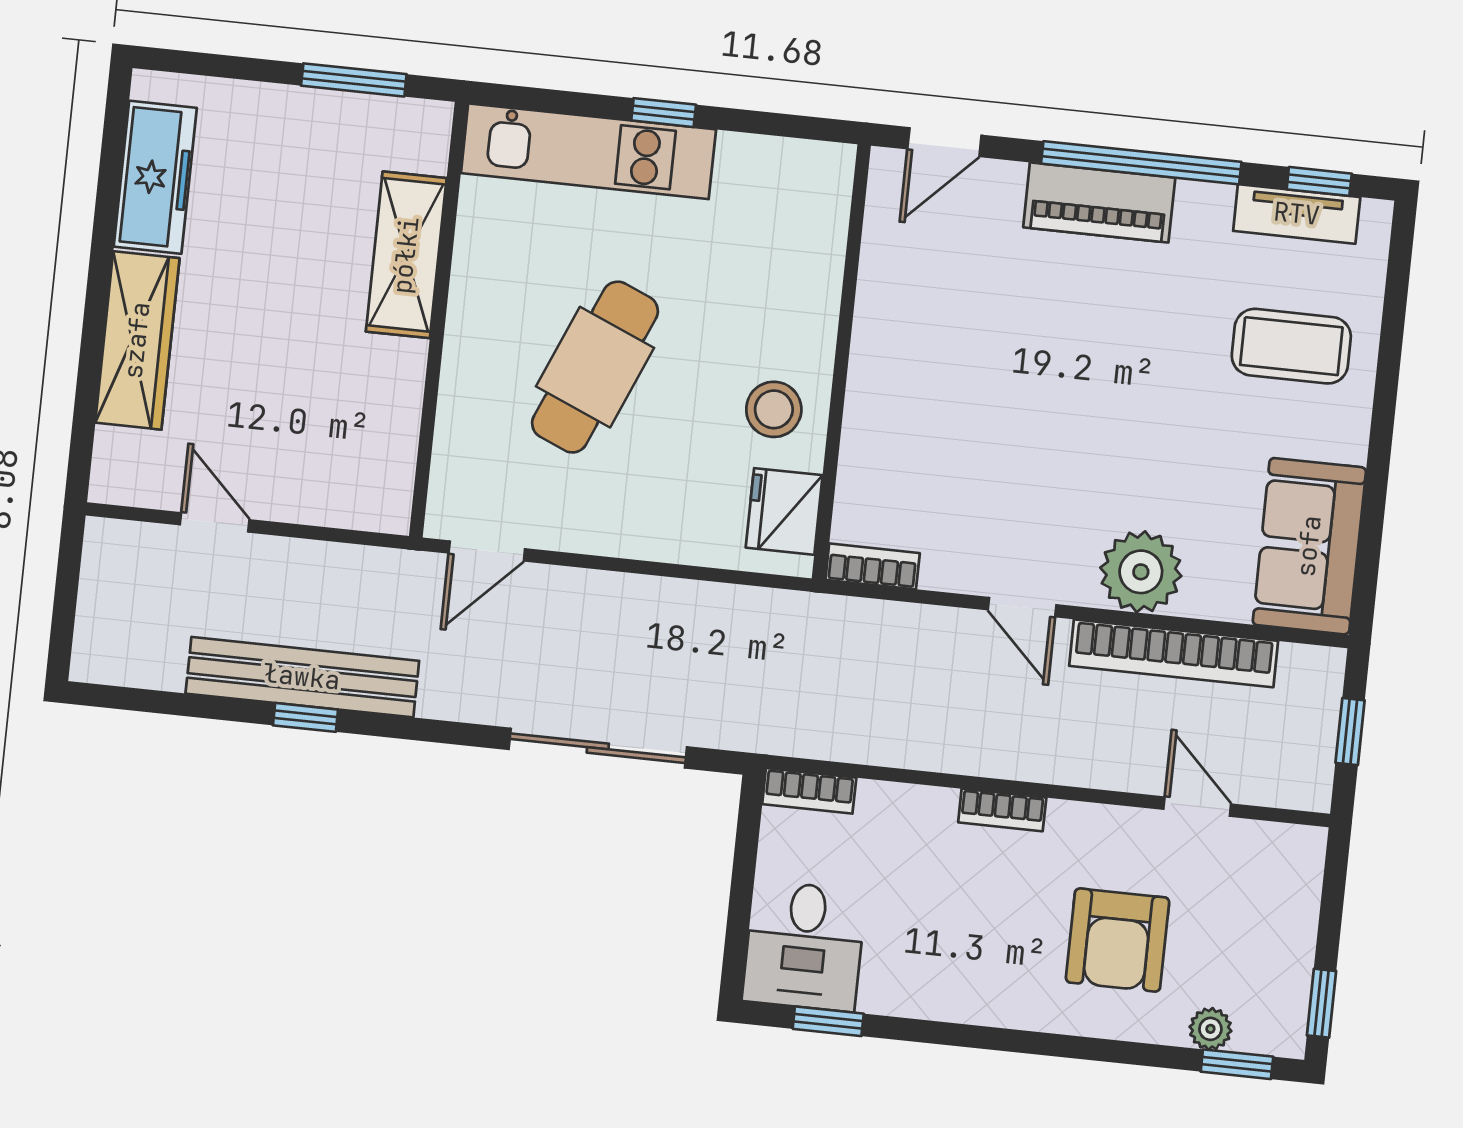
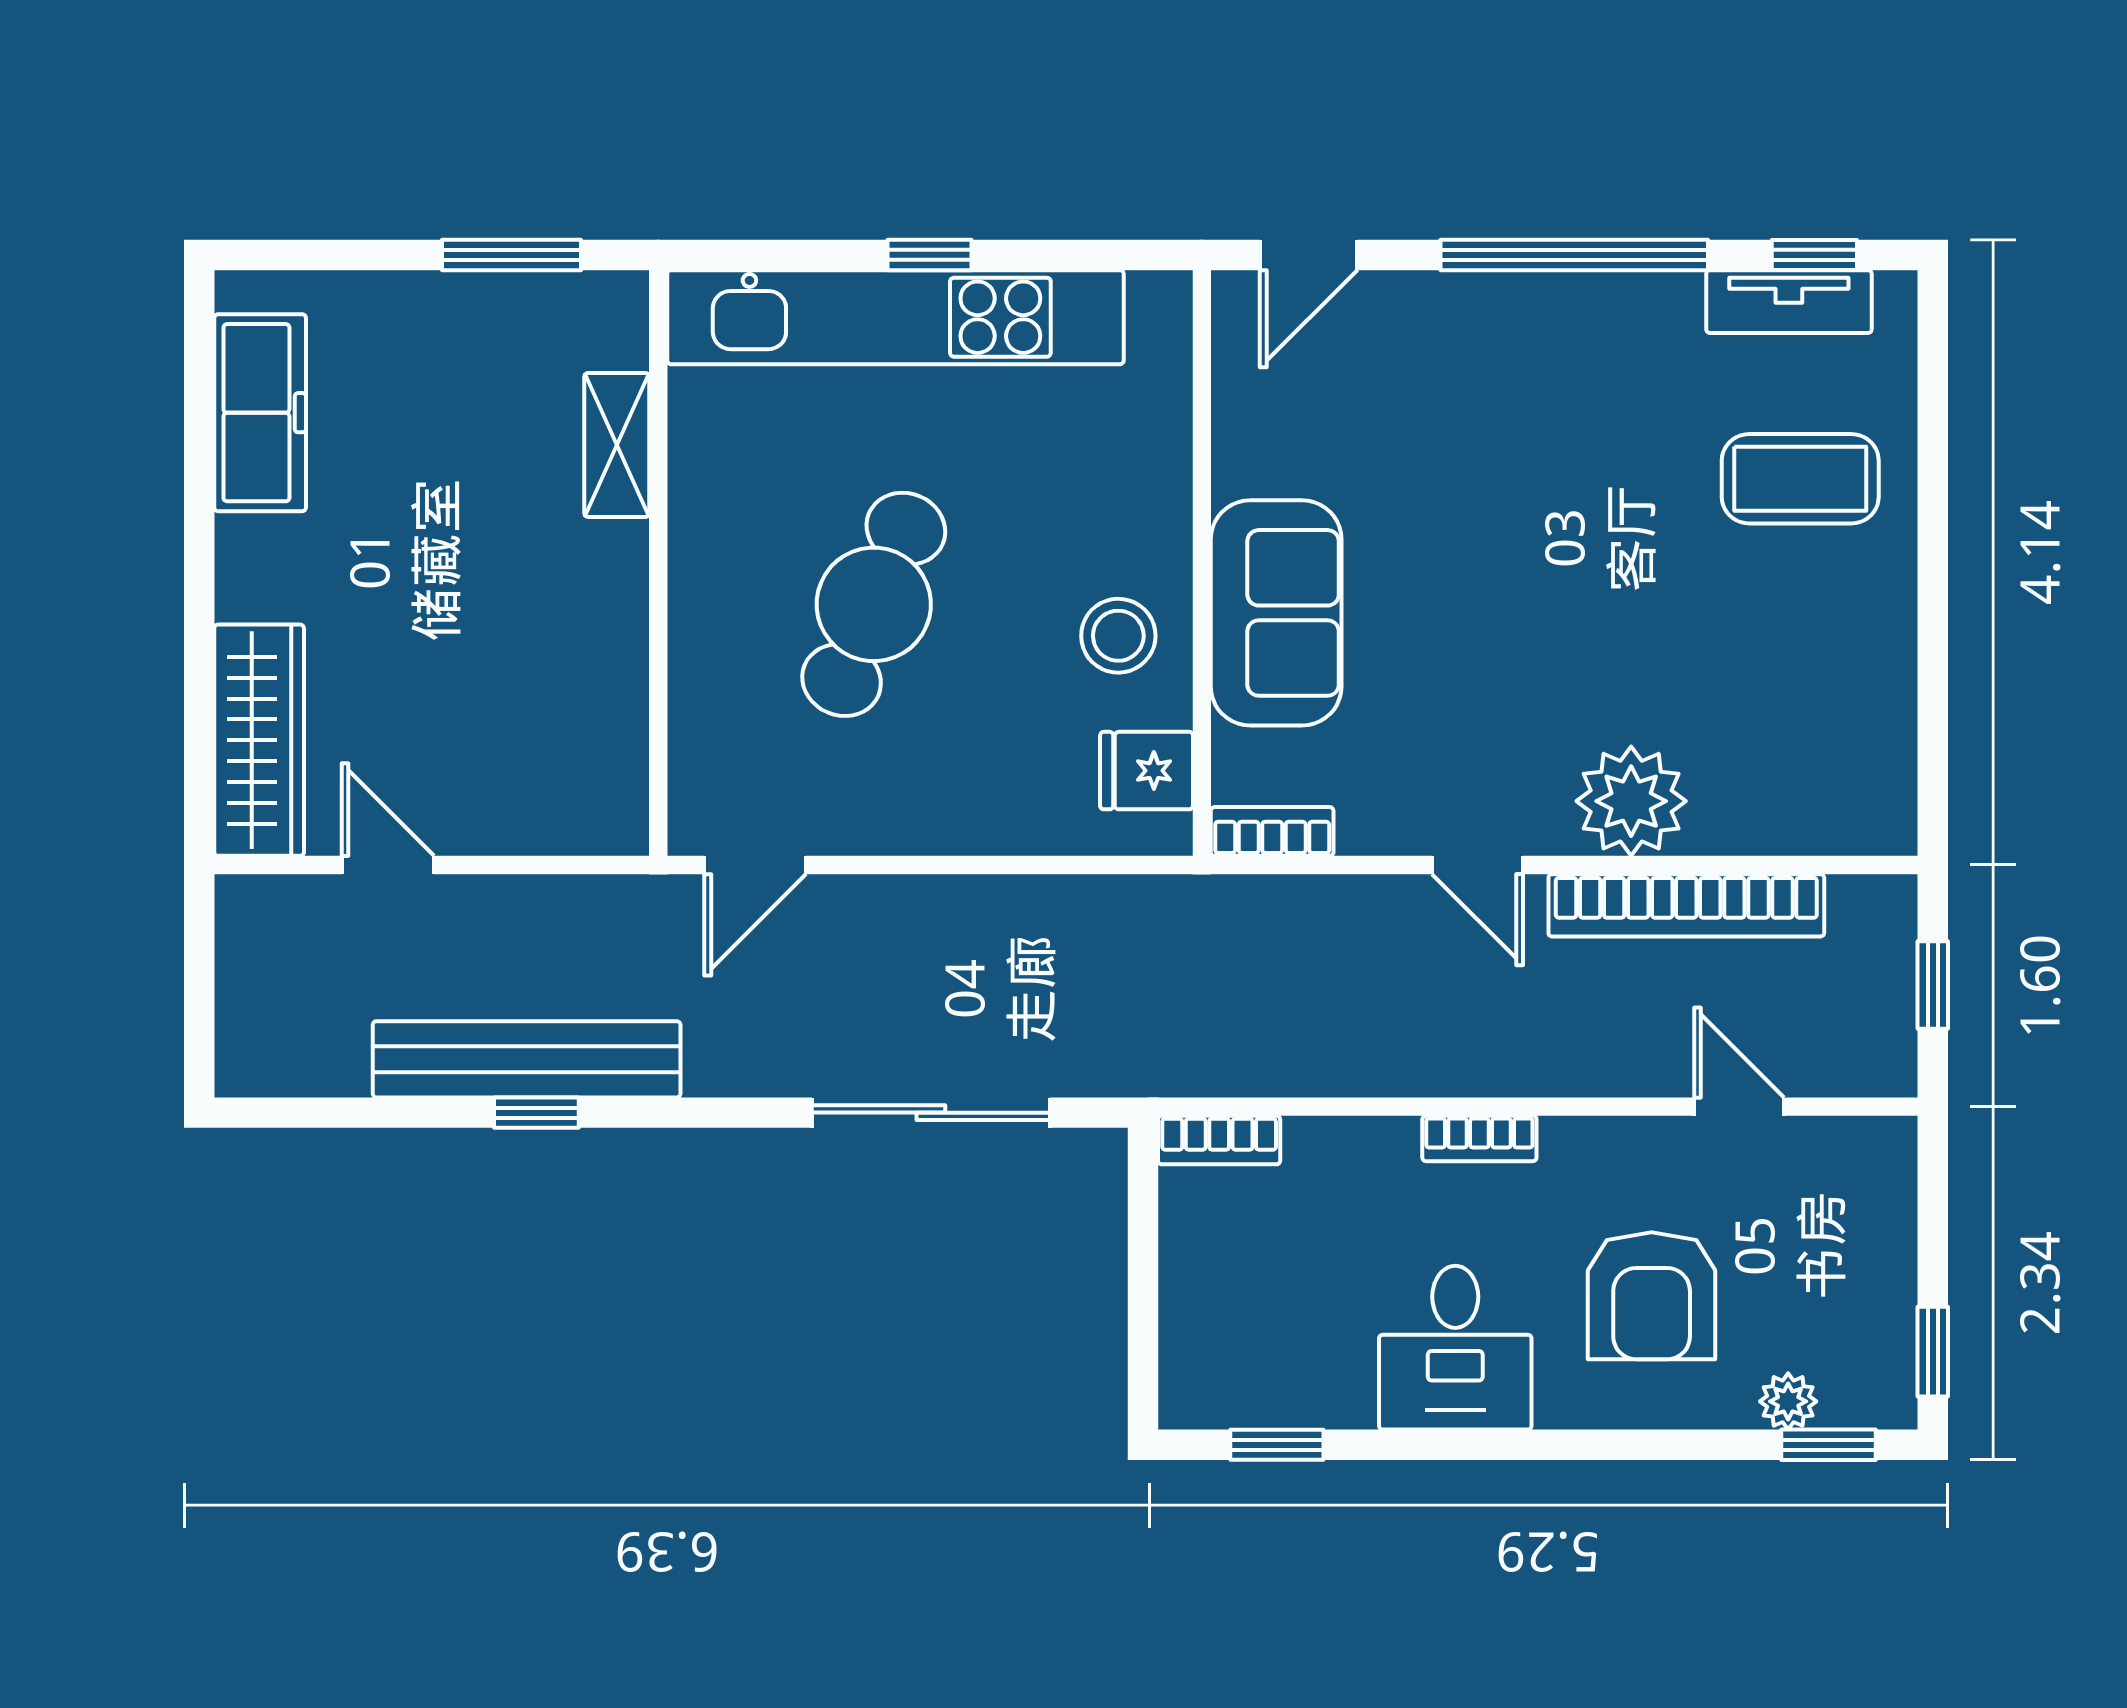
kitchen unit: (588, 151) -> (895, 317), width x1.36
piano: (1099, 202) -> (1524, 314), removed
shelving: (406, 255) -> (617, 445), width x0.67, depth x0.75
wardrobe: (137, 340) -> (259, 740), moved
fridge: (784, 511) -> (1146, 771), width x0.72
sofa: (1309, 546) -> (1276, 613), moved, turned 180
desk: (804, 946) -> (1455, 1348), moved

